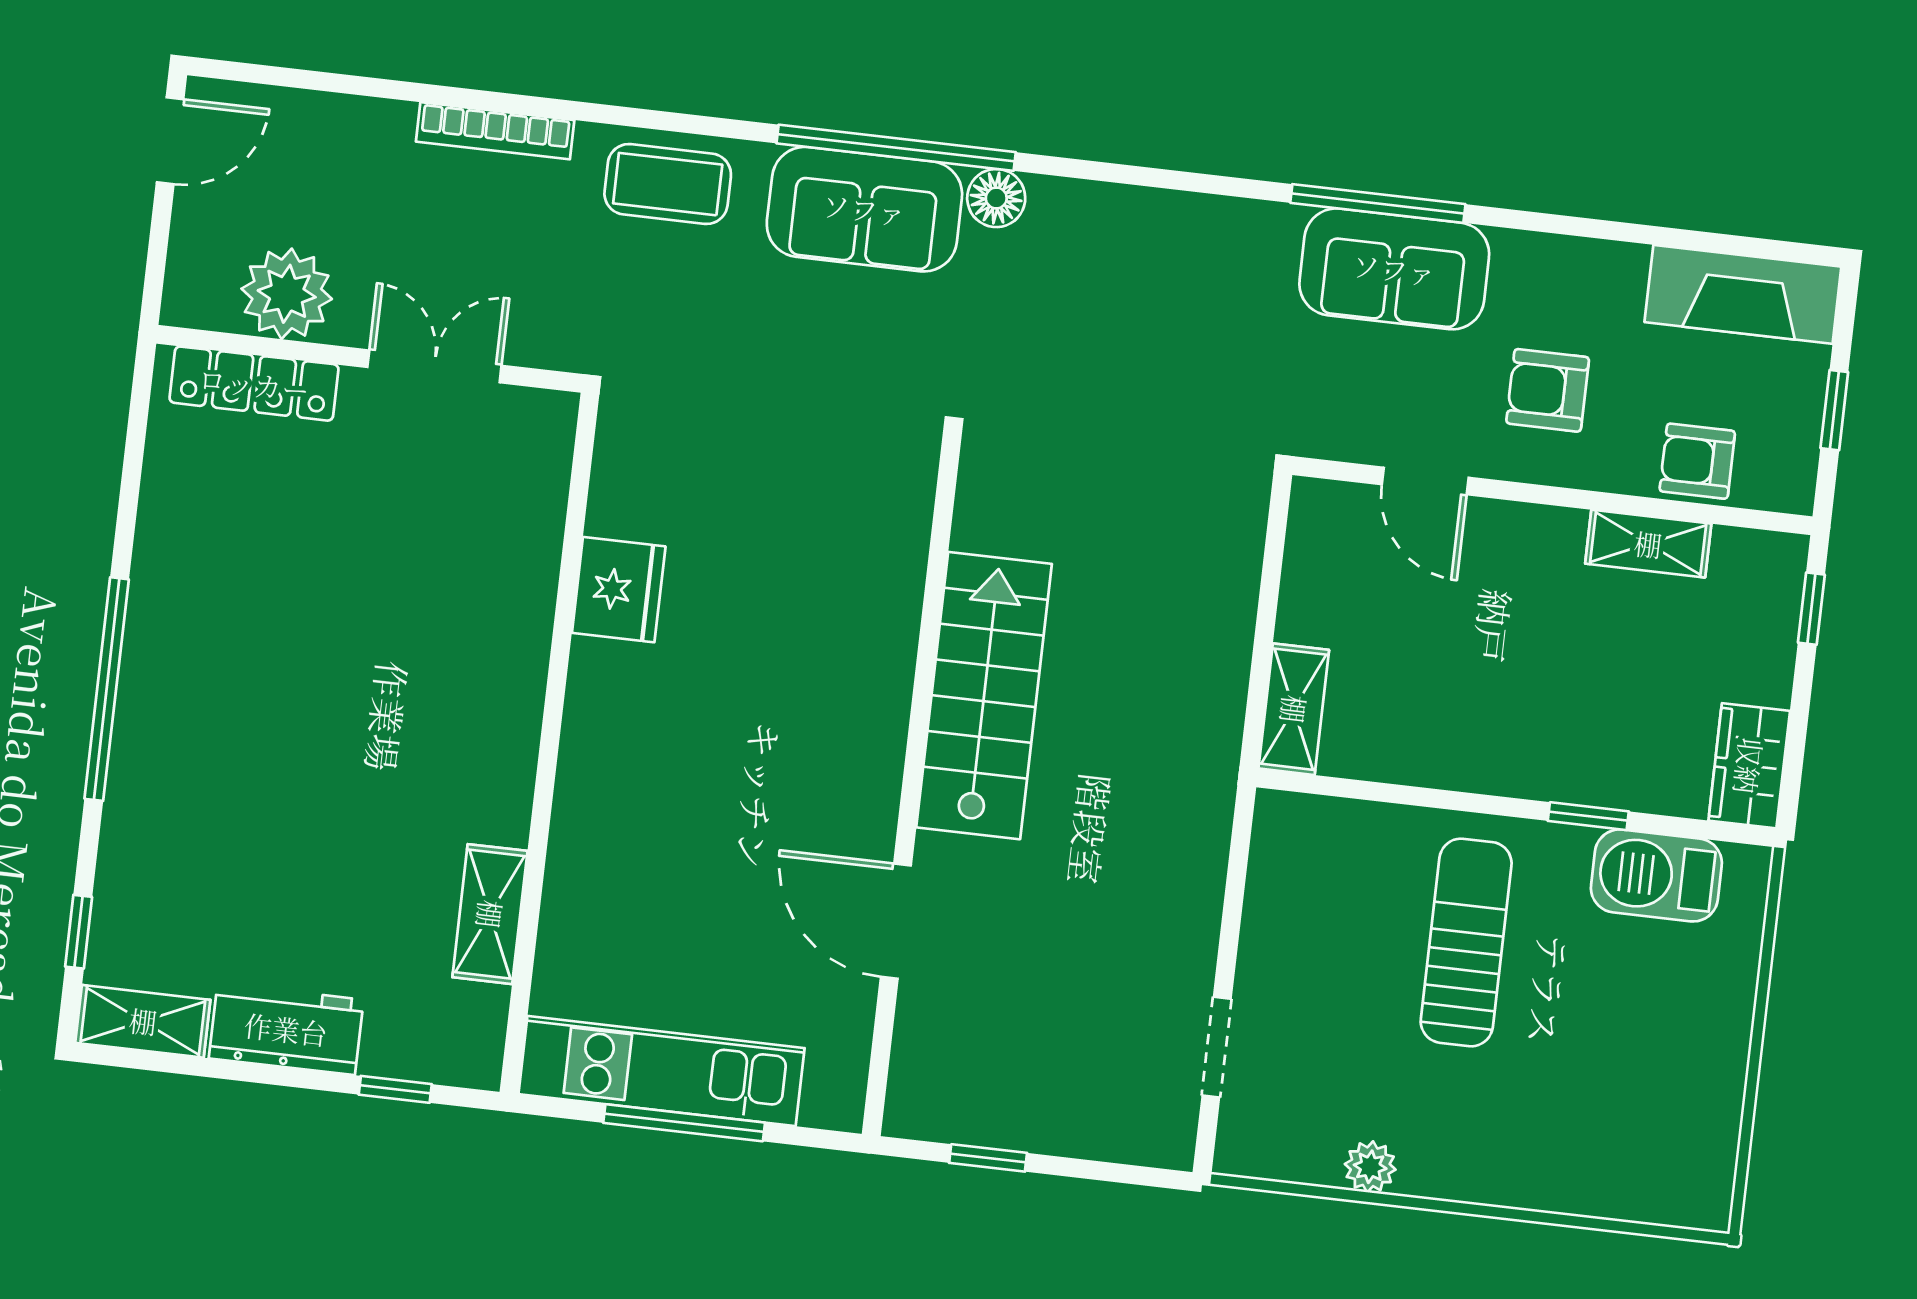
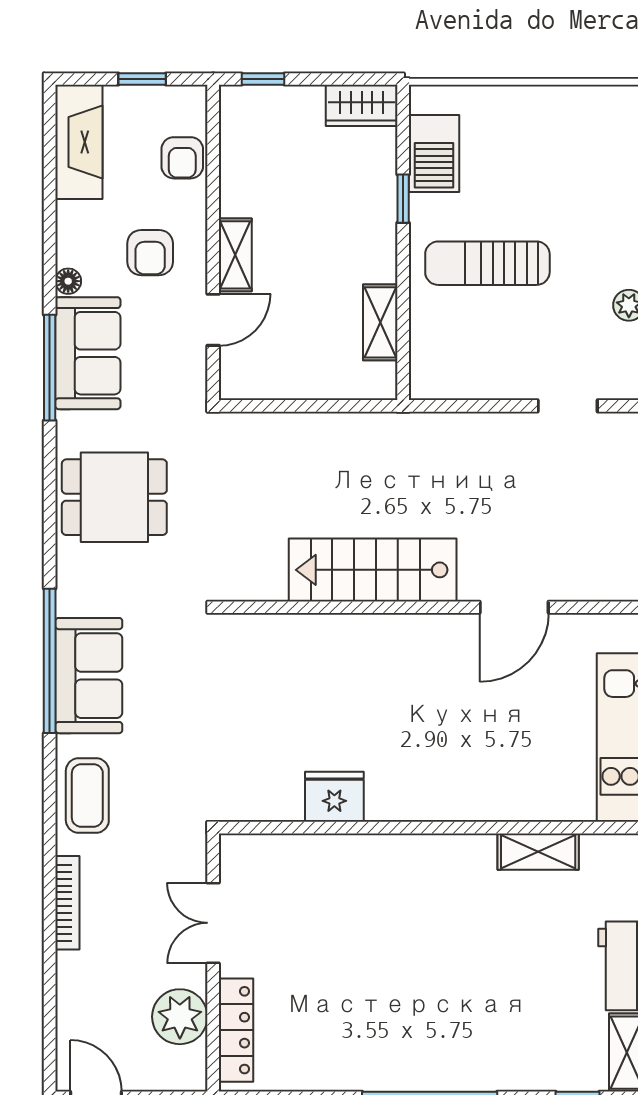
floor lamp: (996, 198) -> (68, 281), moved, width x0.73, depth x0.73
dining table: (1153, 285) -> (114, 497), added
shelving: (1648, 544) -> (235, 255), moved
shelving: (1294, 709) -> (380, 322), moved, turned 90

